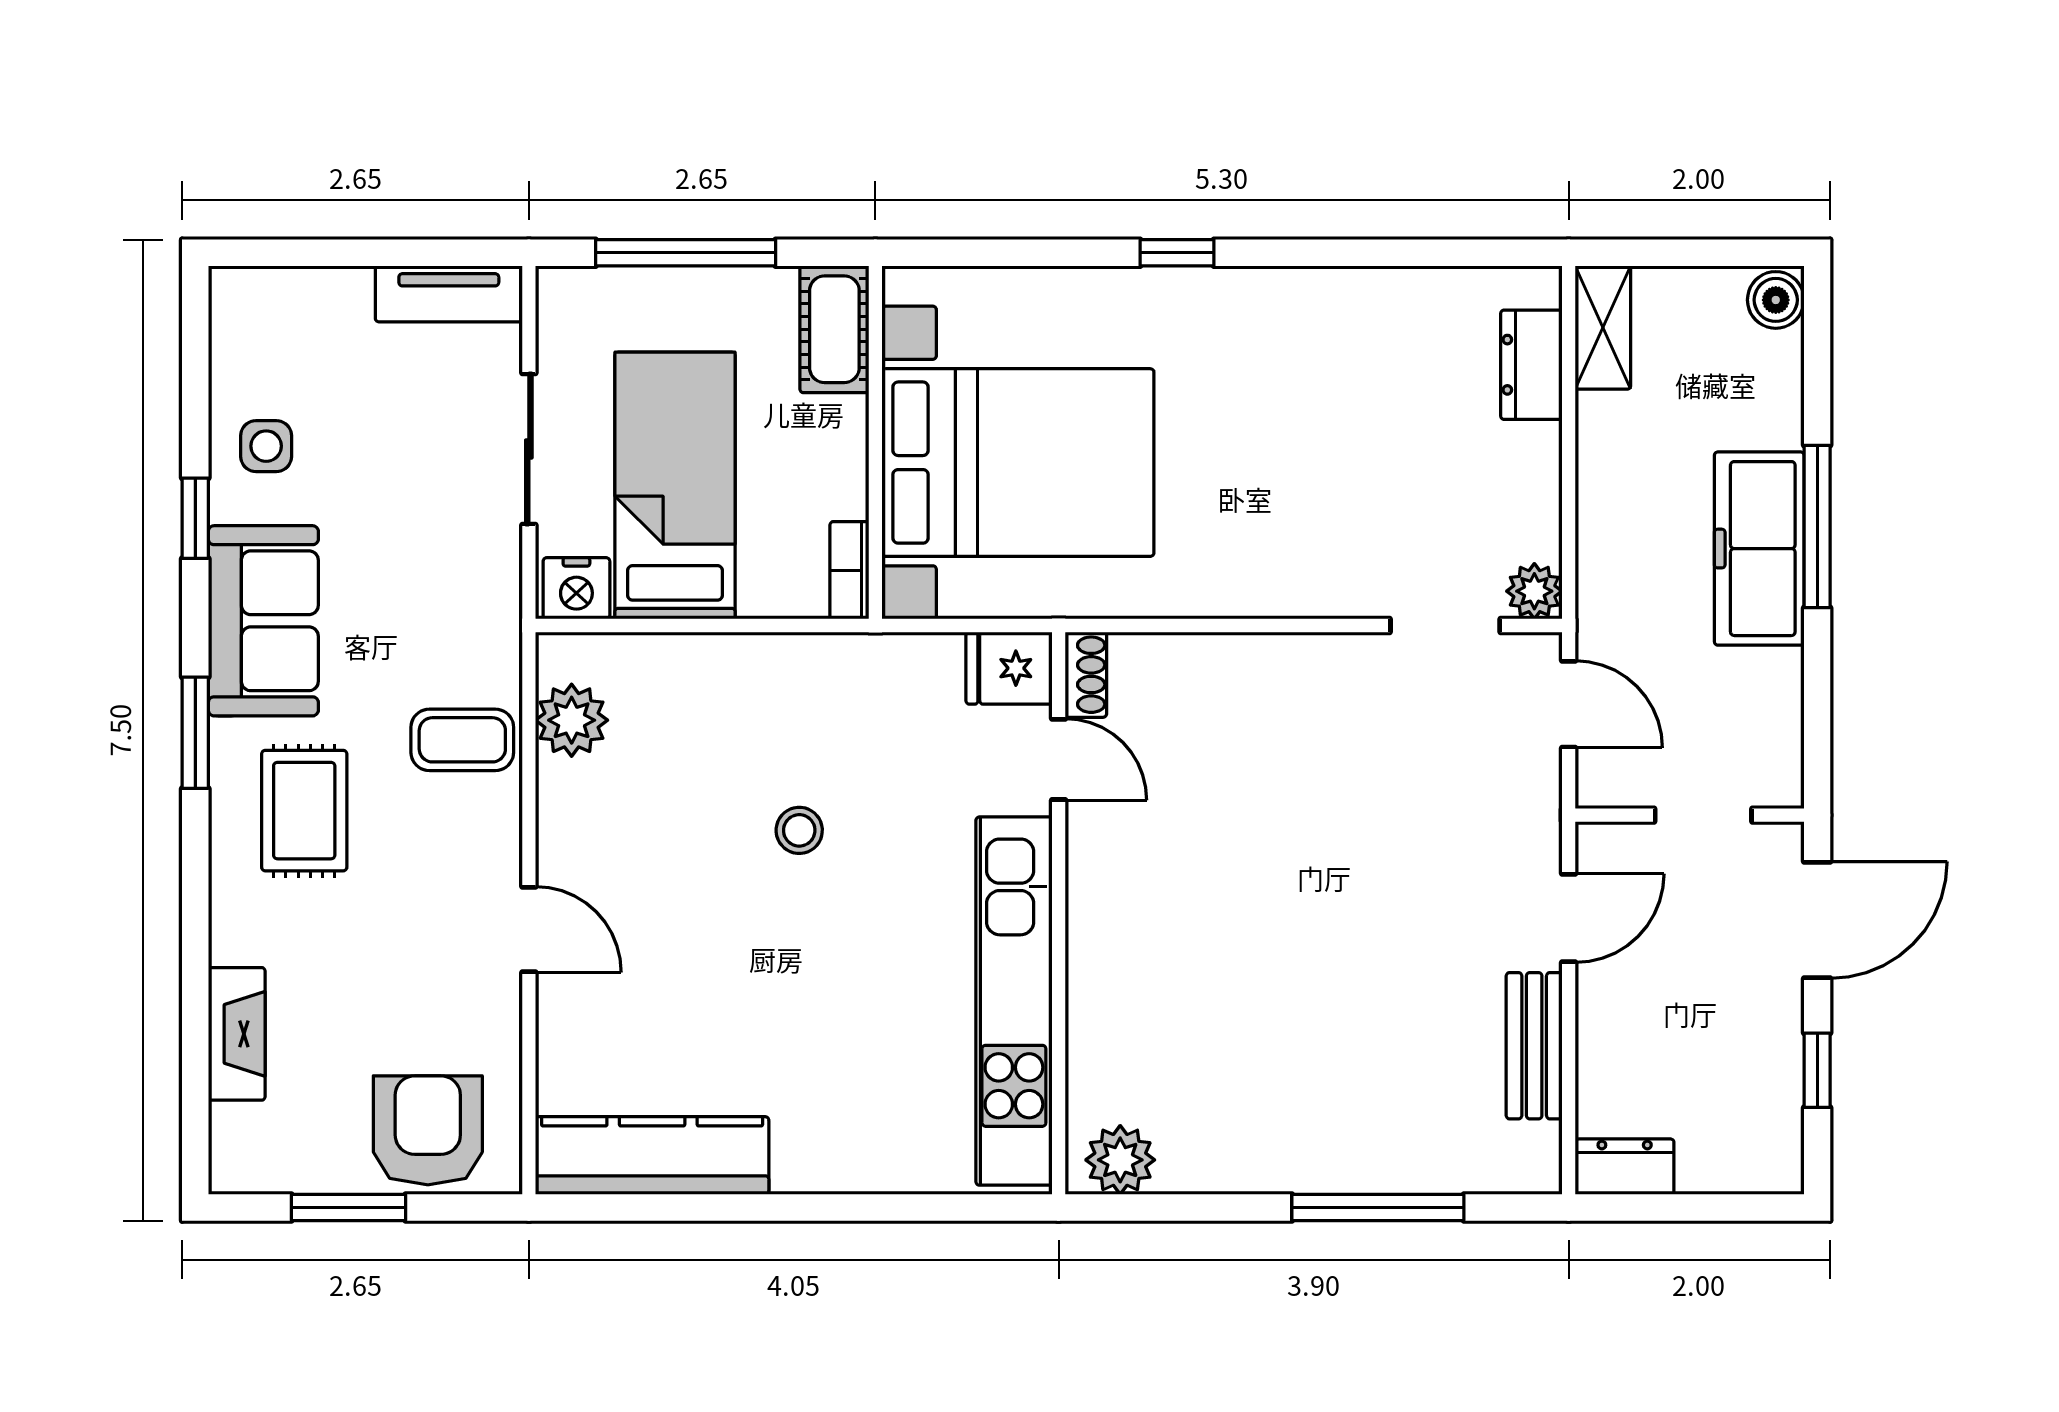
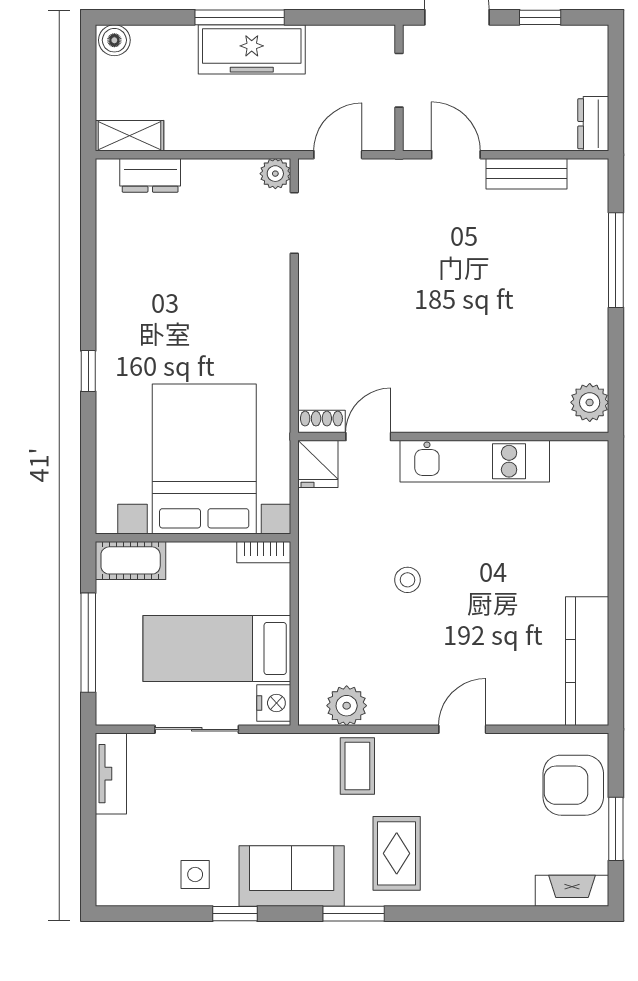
rug: (304, 811) -> (397, 853), turned 90
kitchen unit: (1014, 1001) -> (475, 461), width x0.73
fireplace: (237, 1034) -> (572, 891), moved

